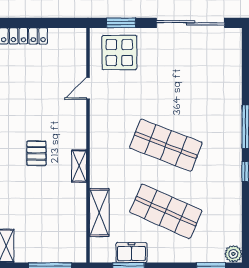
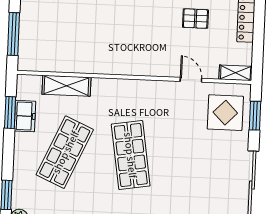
shop shelf: (166, 145) -> (131, 155), turned -30
pallet: (36, 153) -> (195, 19), moved
shelving: (79, 166) -> (236, 73), moved

